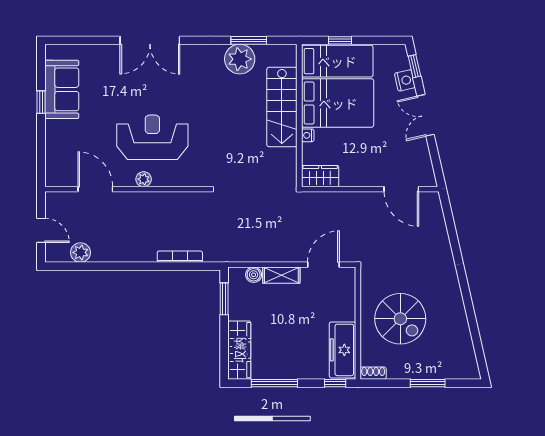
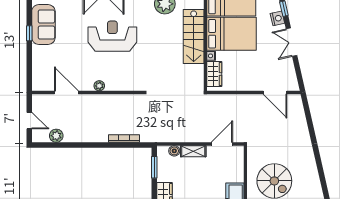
reception desk: (152, 137) -> (112, 36), moved
wardrobe: (320, 176) -> (214, 74), moved, turned 90

